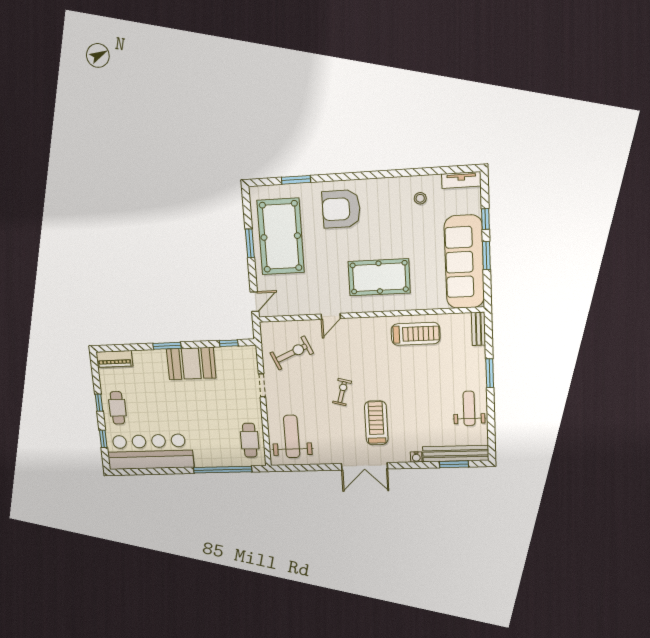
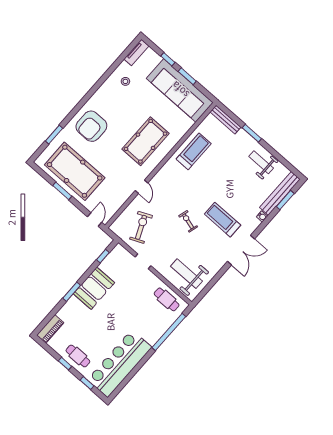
bench: (479, 329) -> (226, 119), width x1.36

